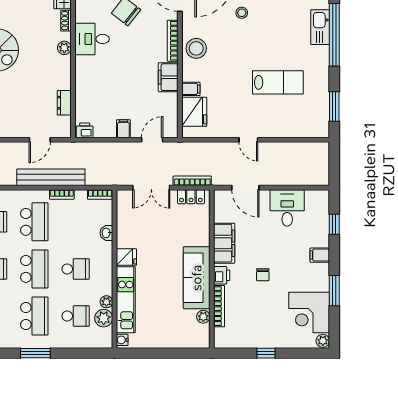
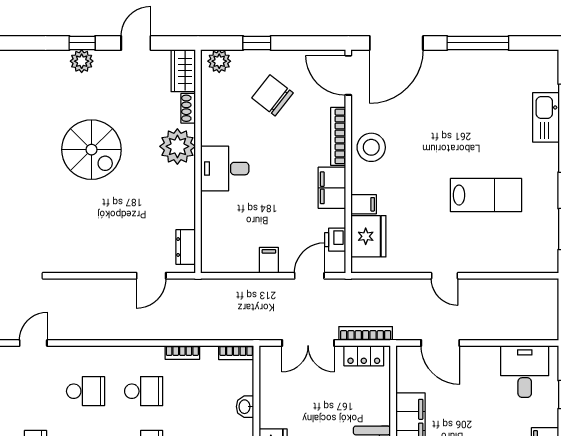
stool: (242, 13) -> (435, 97), removed
desk: (92, 39) -> (225, 169), moved
plant: (64, 48) -> (177, 146), width x1.88, depth x1.88
dresser: (64, 103) -> (186, 247), moved
printer: (85, 130) -> (335, 240), moved, turned -90
bench: (51, 177) -> (167, 328), removed
desk: (287, 208) -> (525, 372), moved
school desk: (34, 222) -> (144, 391), width x0.54

